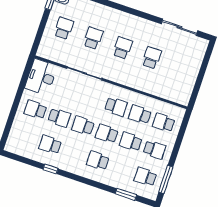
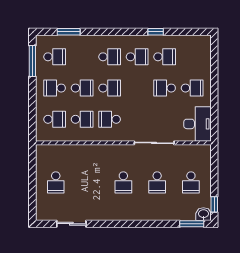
sliding door: (179, 27) -> (71, 224), width x0.73
school desk: (152, 58) -> (56, 182), moved
school desk: (83, 126) -> (137, 57), moved

